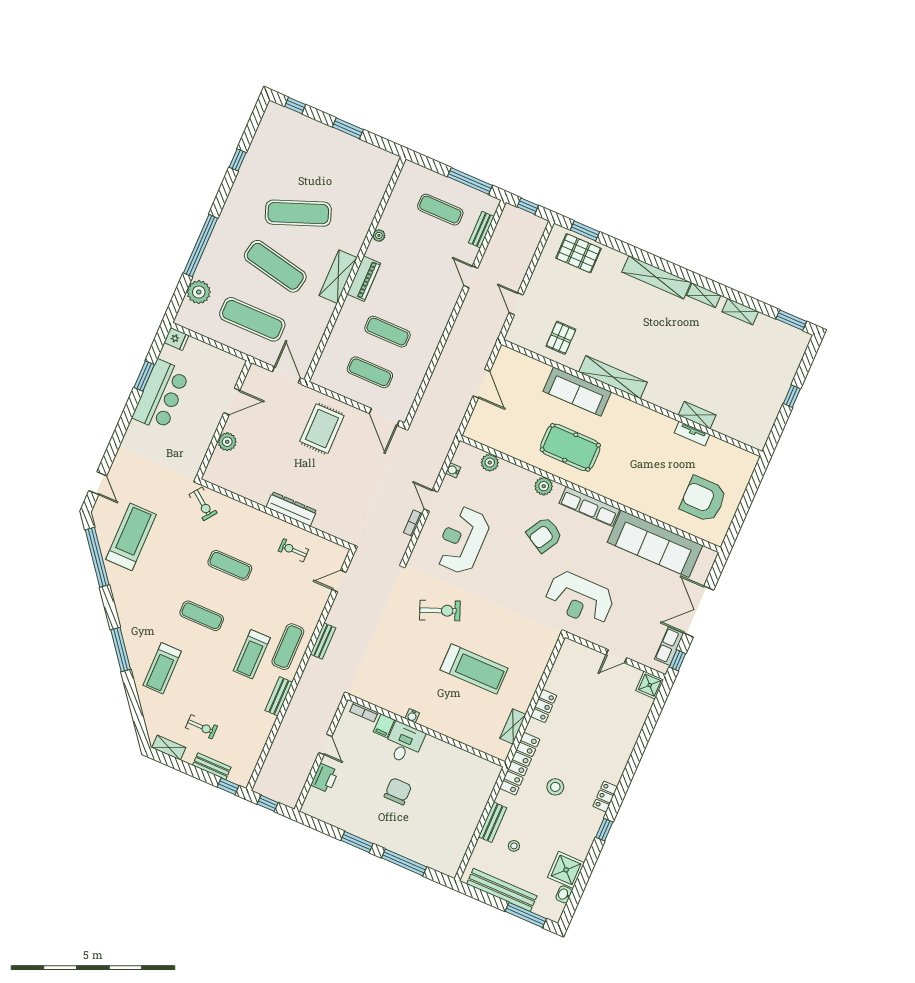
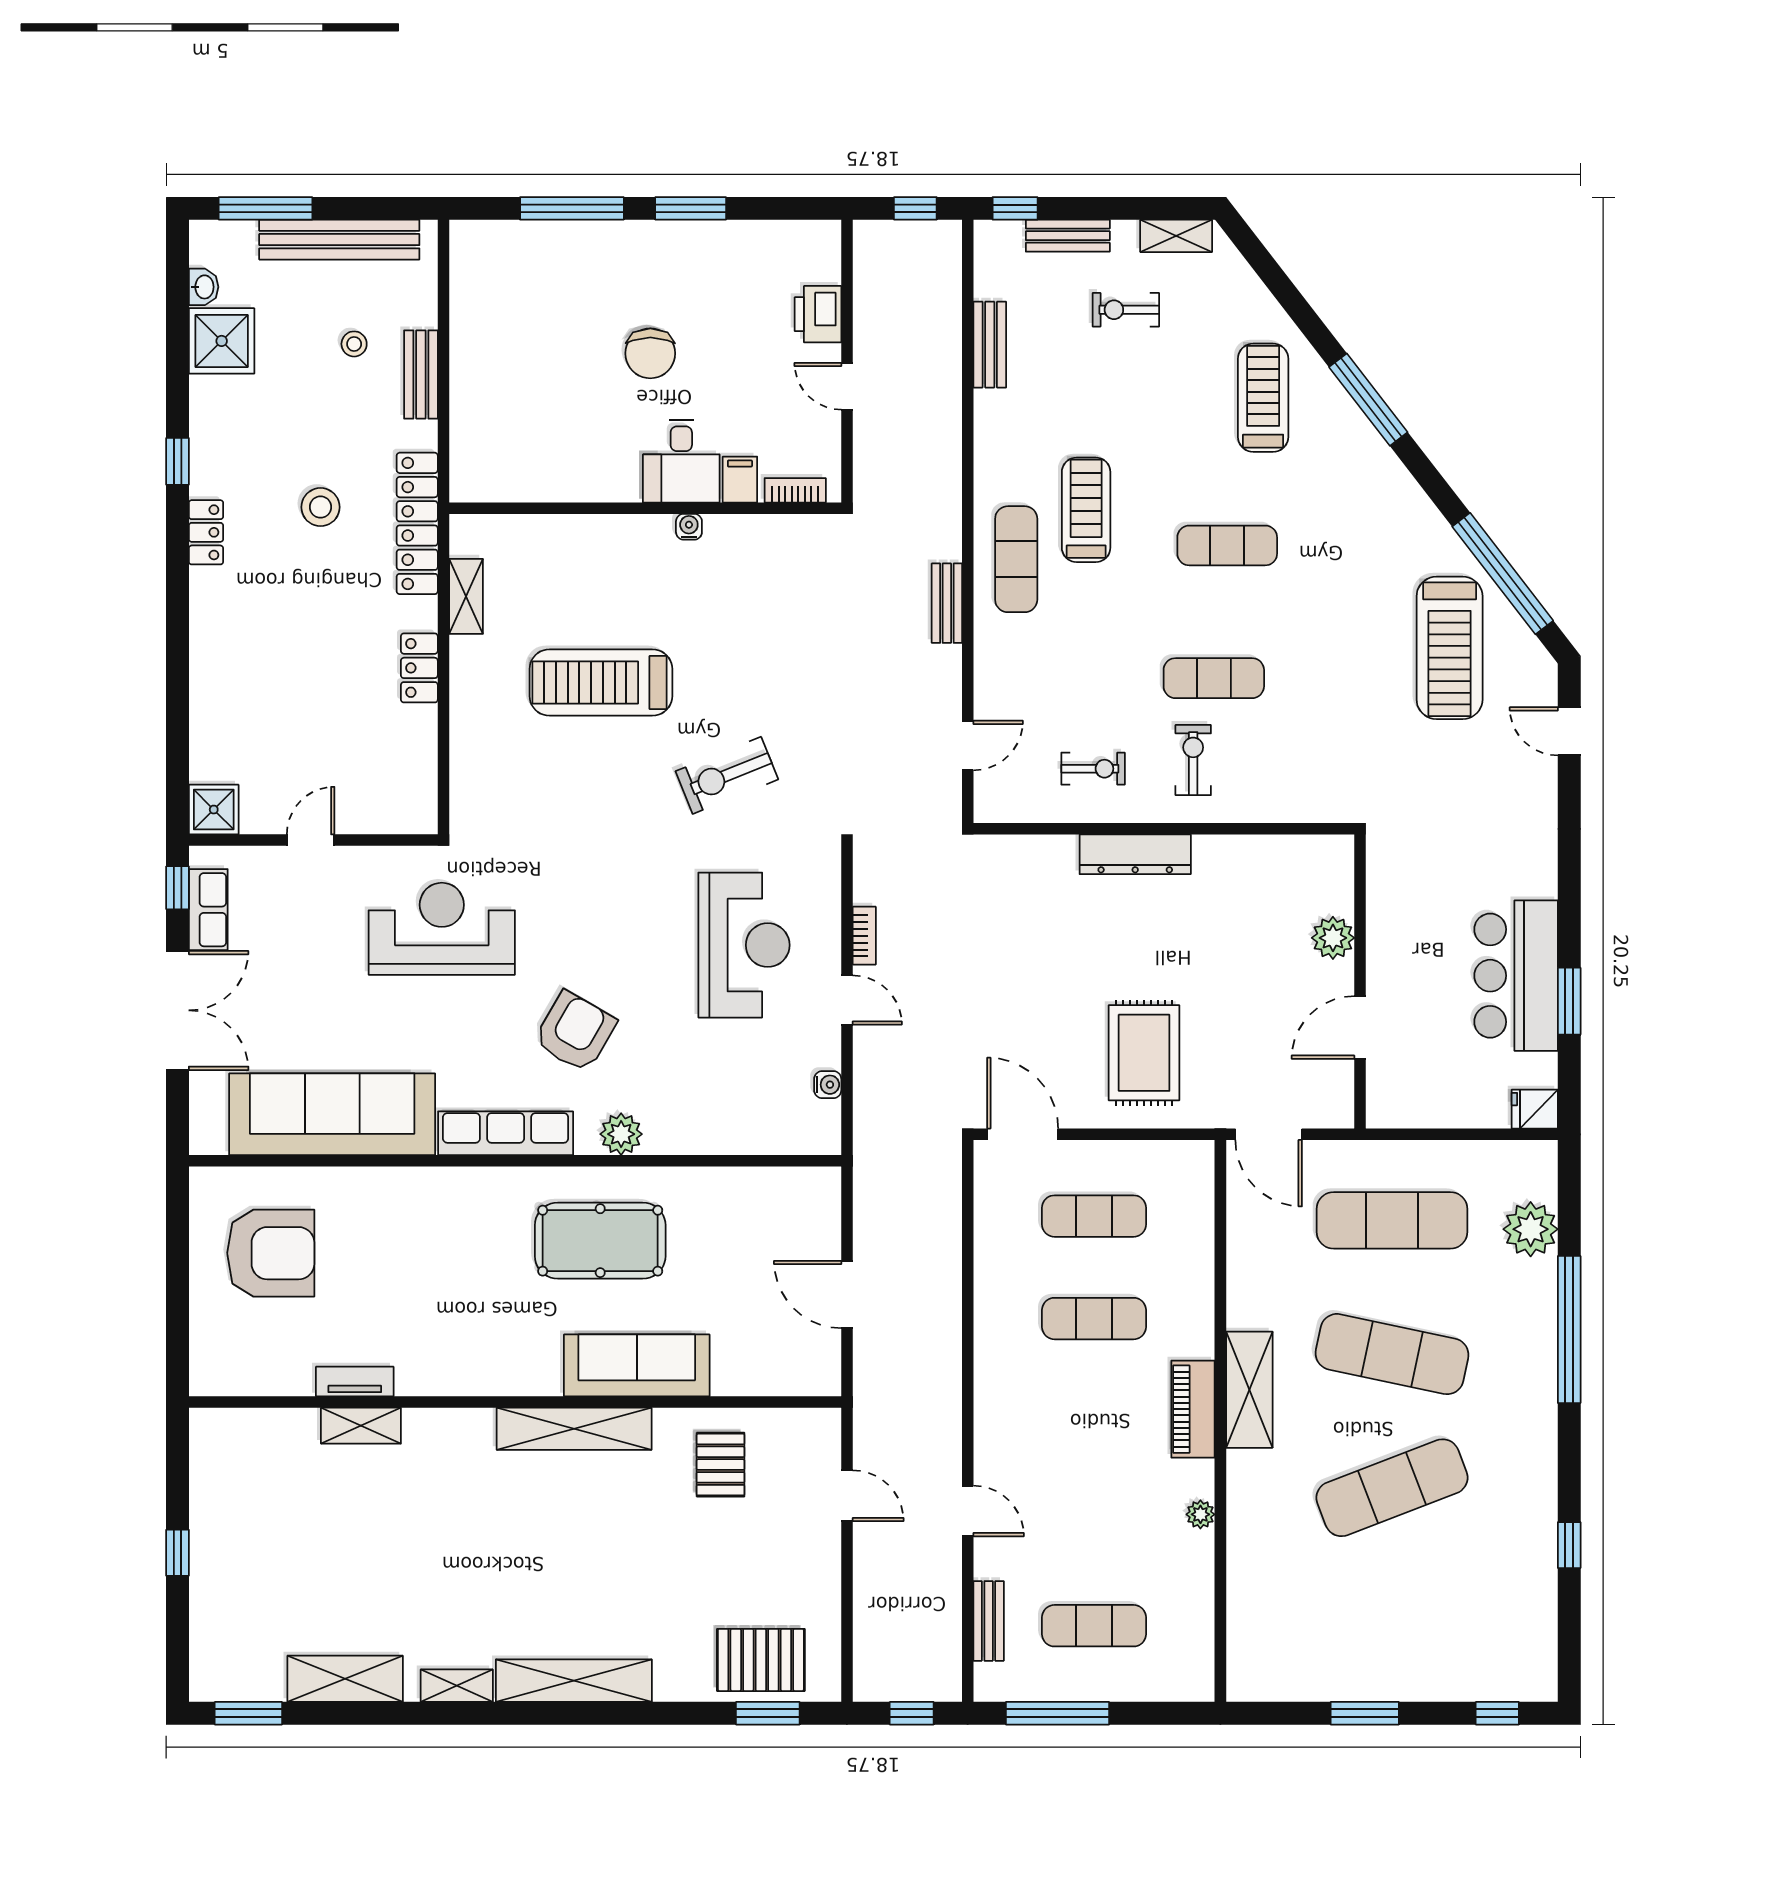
shelving: (740, 312) -> (345, 1679), width x1.50, depth x1.33
plant: (490, 463) -> (757, 1135), removed
exercise bike: (203, 504) -> (1193, 760), moved, turned 53
bench: (279, 696) -> (990, 345), moved

